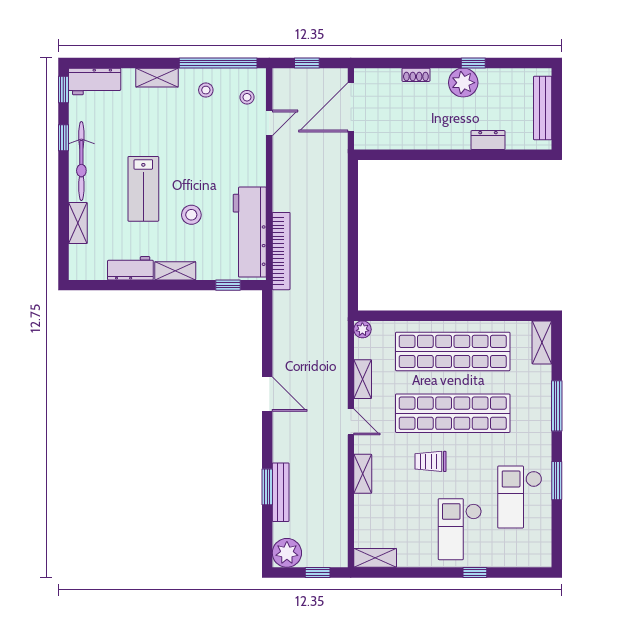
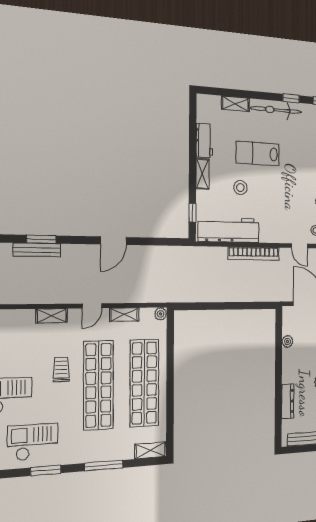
dresser: (488, 140) -> (288, 401), width x1.44
plant: (404, 141) -> (287, 341), added
bookcase: (281, 251) -> (254, 254), moved

